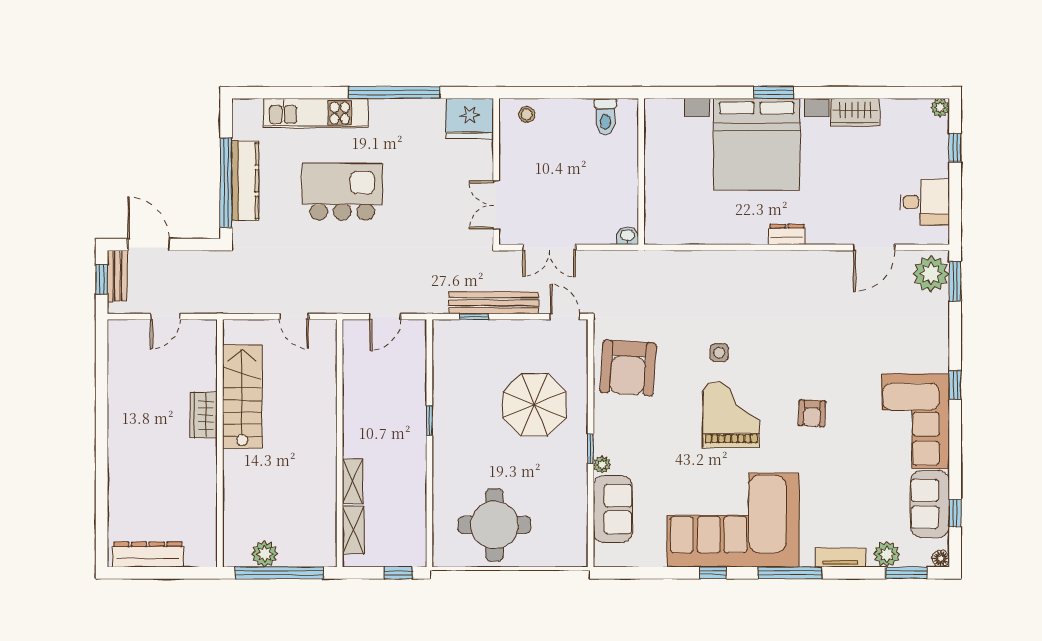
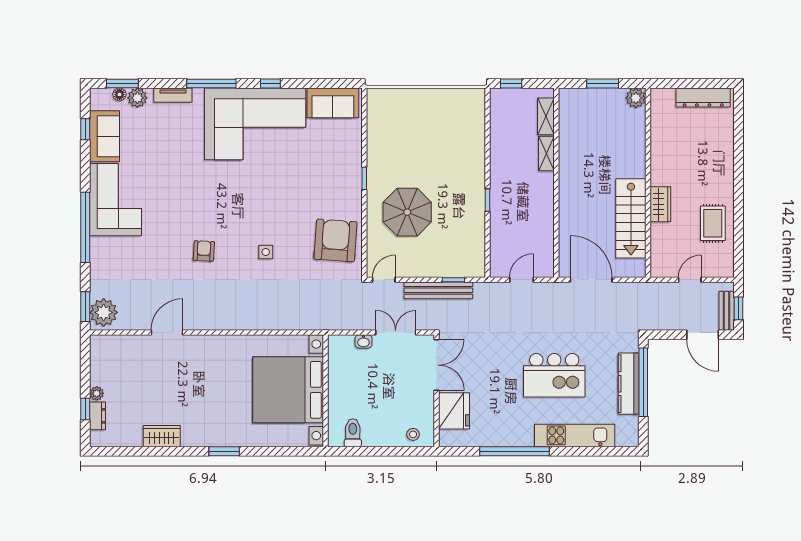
plant: (940, 108) -> (97, 393), moved
fridge: (470, 118) -> (454, 411), moved, turned 90
bed with nightstands: (757, 144) -> (288, 390), moved, turned -90
desk: (925, 202) -> (109, 367), removed
double door: (496, 205) -> (436, 365), width x1.37
dresser: (787, 234) -> (97, 416), moved, turned -90
washbasin: (627, 236) -> (364, 341), moved
door: (874, 248) -> (167, 333), moved
door: (294, 317) -> (591, 280), width x1.87
door: (565, 317) -> (384, 280), swing flipped
window: (955, 385) -> (85, 227), width x3.17
rug: (135, 390) -> (713, 223), added
armchair: (812, 413) -> (204, 251), moved
grand piano: (731, 415) -> (257, 204), removed
plant: (602, 465) -> (355, 166), removed
sofa: (613, 509) -> (333, 103), moved, turned -90
round table: (494, 525) -> (438, 120), removed
plant: (265, 554) -> (636, 98), moved
floor lamp: (941, 559) -> (120, 94), moved
window: (279, 573) -> (603, 83), width x0.47

